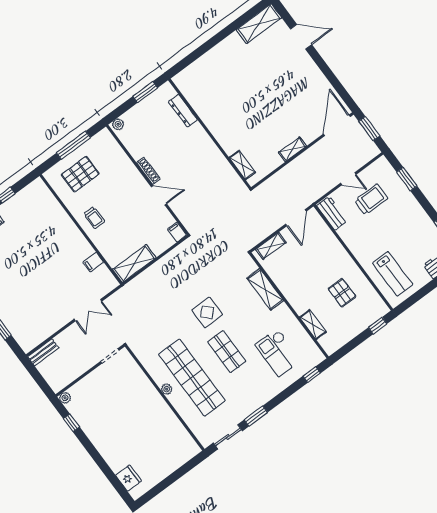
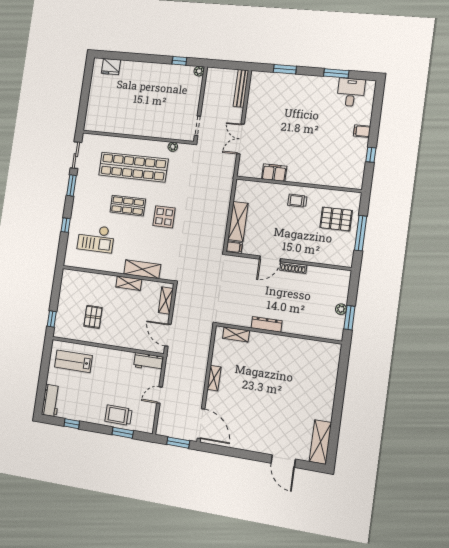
door: (301, 37) -> (283, 461), hinge flipped
dresser: (183, 111) -> (267, 324), moved
plant: (118, 124) -> (341, 309), moved
pallet: (80, 174) -> (336, 219), turned 90
trolley: (371, 199) -> (118, 415), moved, turned 90
filing cabinet: (93, 262) -> (274, 173), width x2.00
shelving: (134, 264) -> (238, 221), moved
pallet: (342, 293) -> (93, 317), turned 90
shelving: (313, 325) -> (129, 283), moved
bench: (43, 352) -> (241, 88), width x1.36
checkout: (278, 352) -> (96, 238), turned 180
window: (312, 375) -> (66, 225), moved
plant: (167, 389) -> (173, 147), moved

